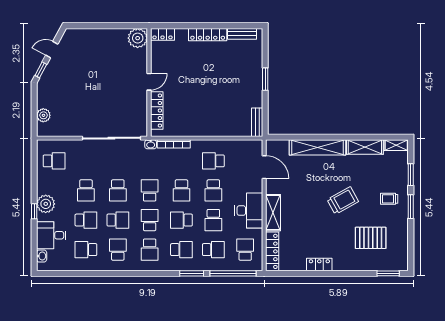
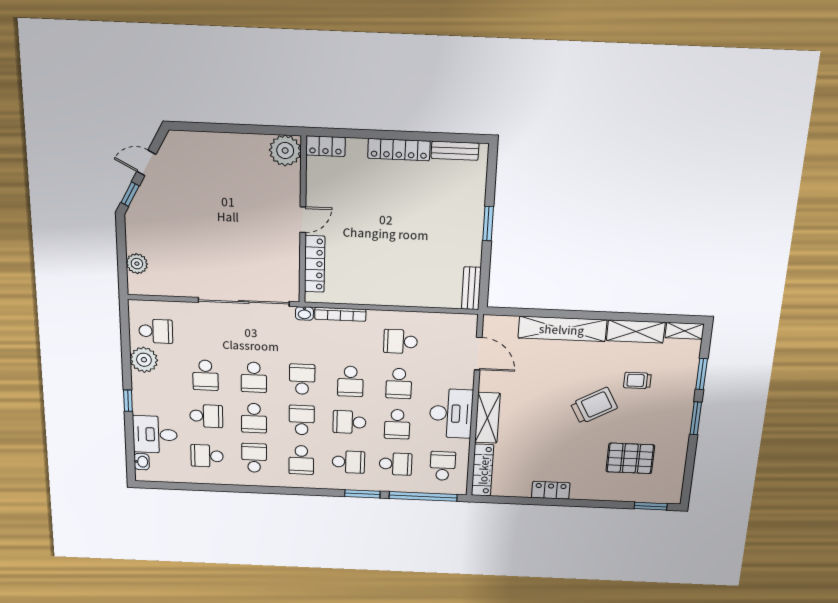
trolley: (389, 199) -> (637, 381), moved
plant: (46, 204) -> (144, 360), moved
school desk: (118, 220) -> (254, 418), turned 90

